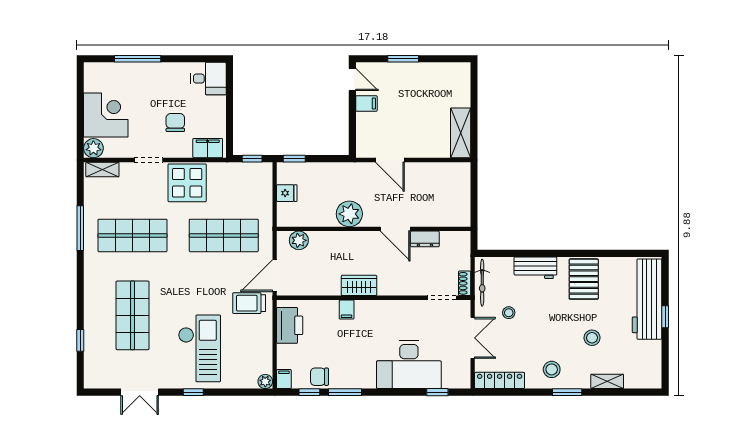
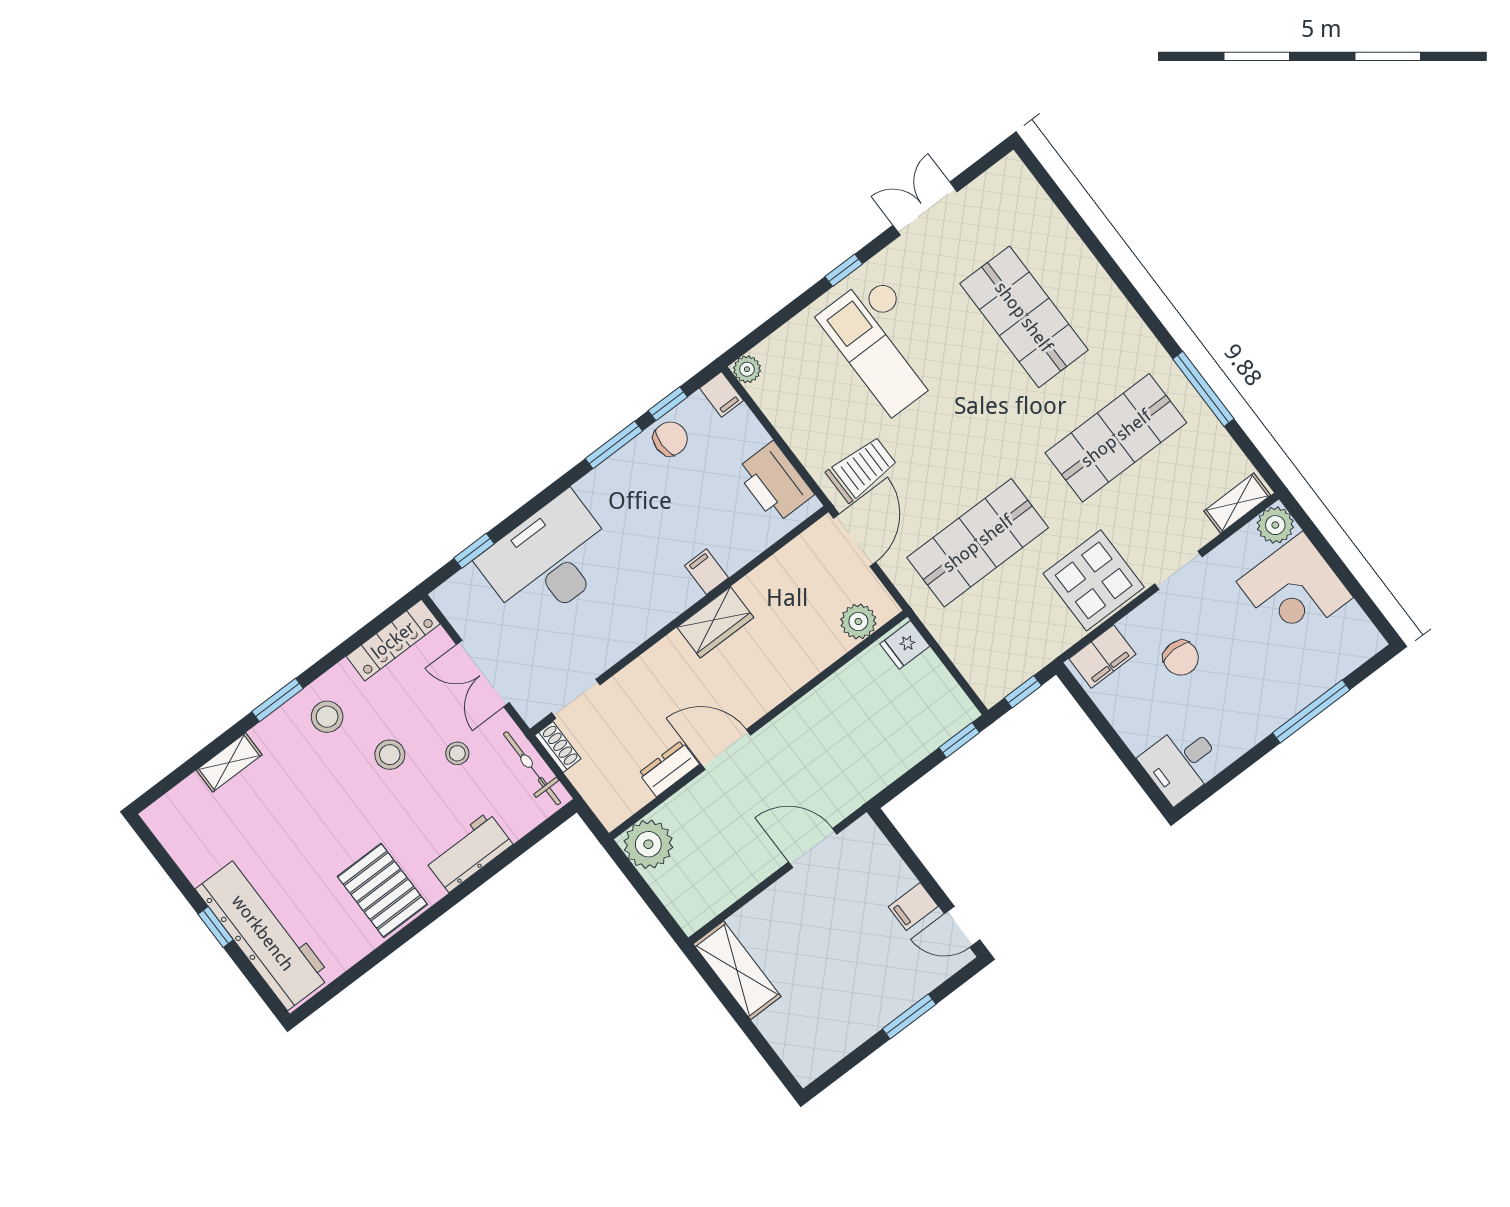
fridge: (287, 193) -> (905, 645), moved
plant: (349, 214) -> (648, 844), moved
stool: (592, 338) -> (390, 755), moved
window: (80, 340) -> (1074, 219), removed

